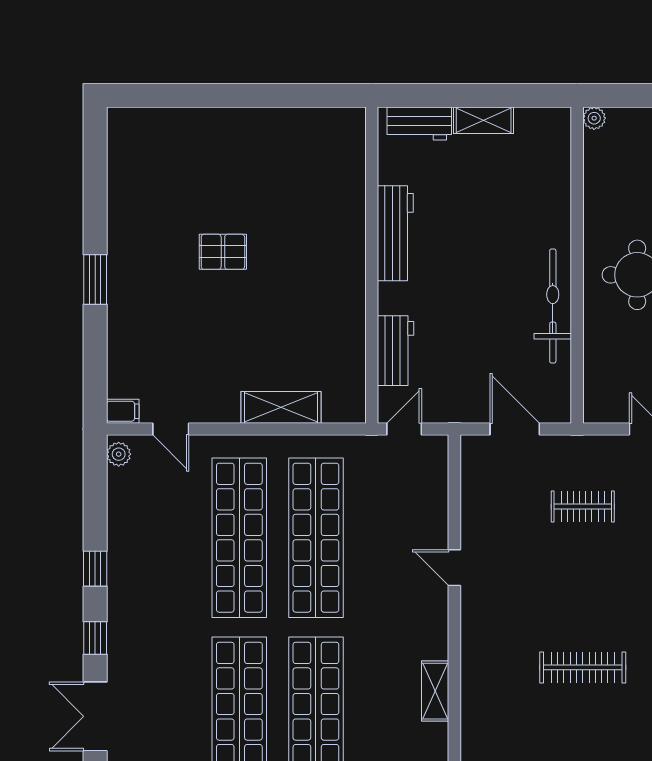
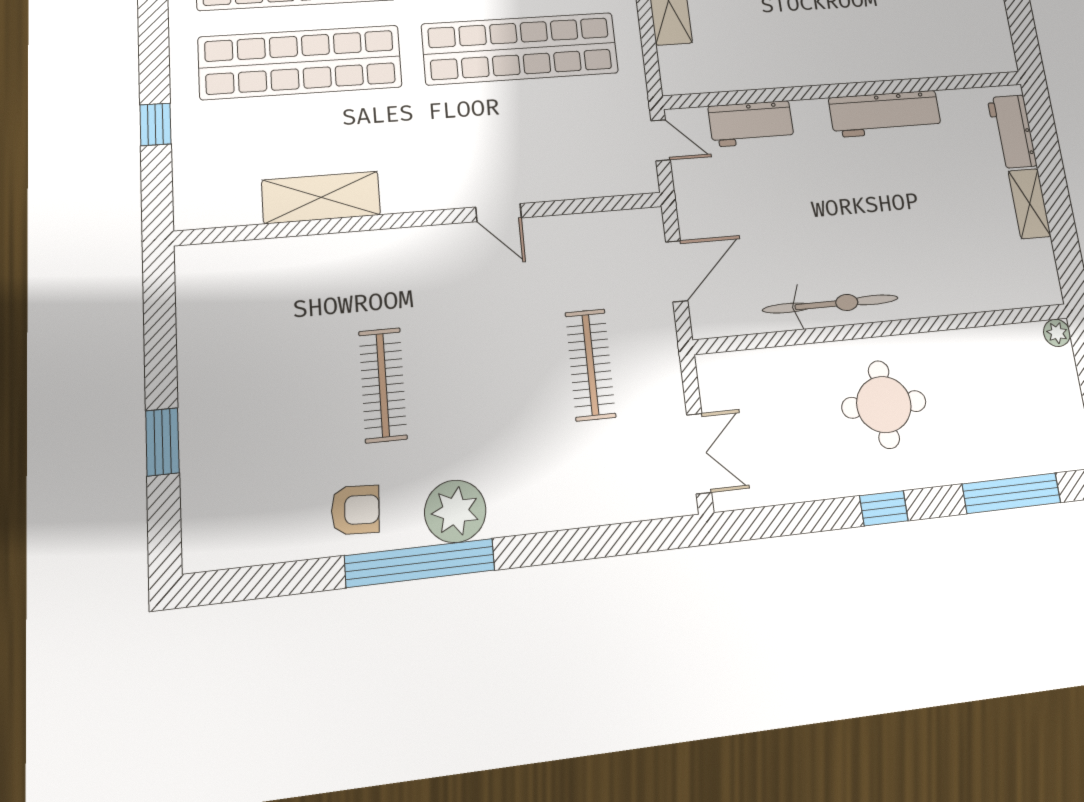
clothes rail: (583, 507) -> (590, 365), width x1.36
door: (454, 568) -> (499, 213), swing flipped
shelving: (435, 691) -> (321, 197), width x1.50, depth x1.33

